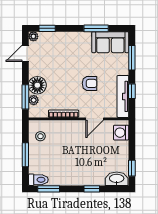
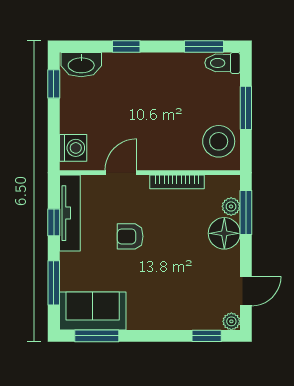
window: (96, 28) -> (97, 336), moved
stool: (40, 136) -> (219, 141), width x1.89, depth x1.89

